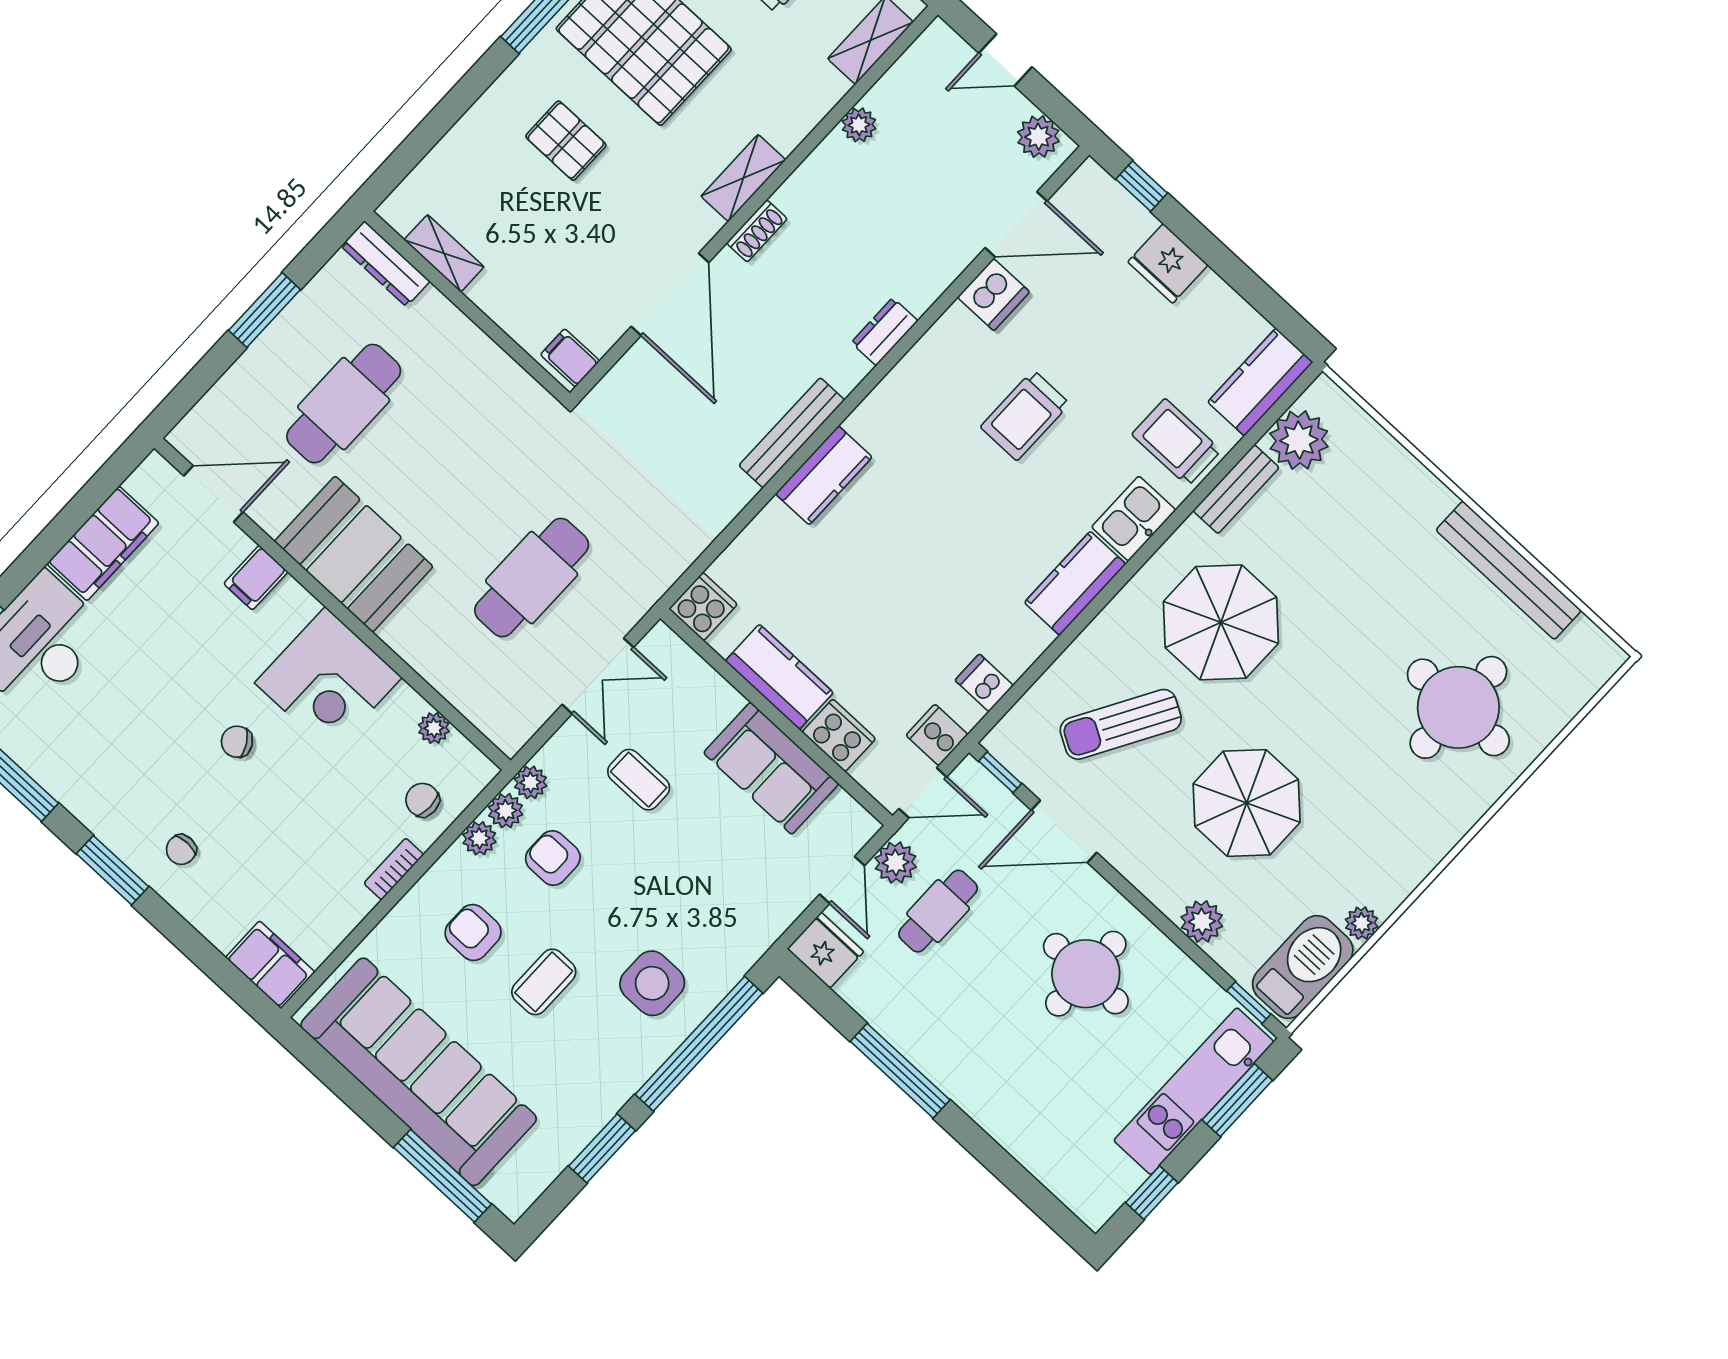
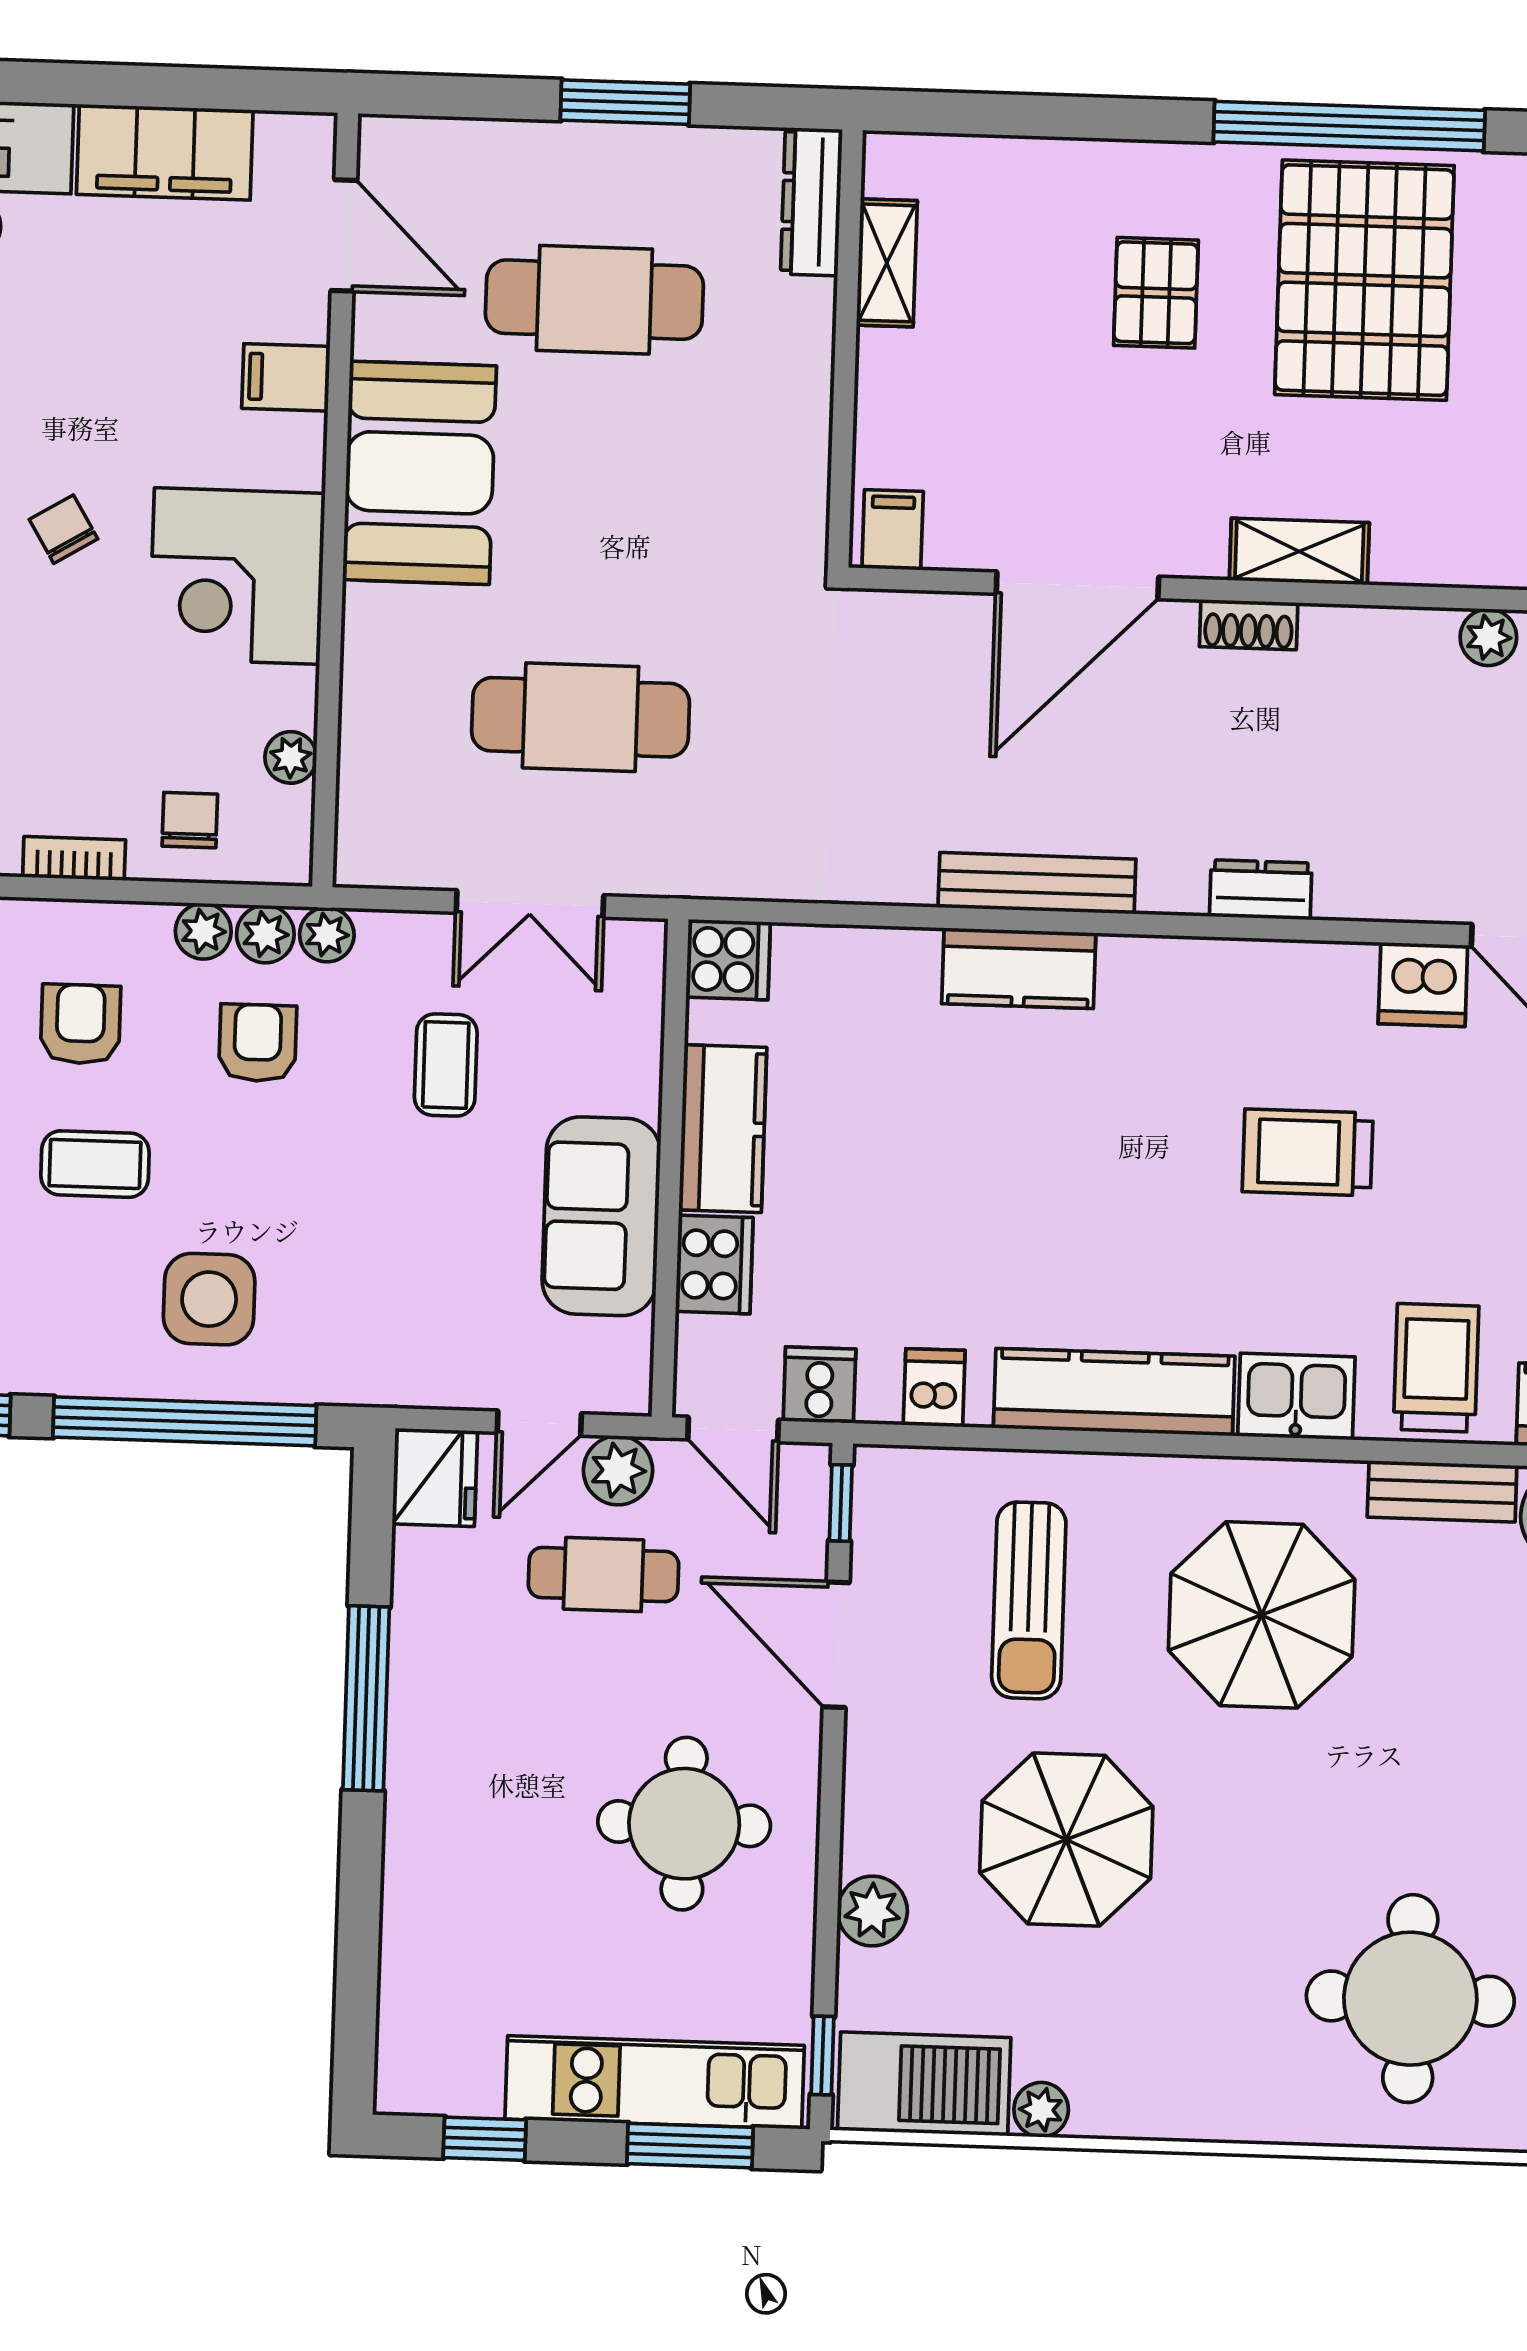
kitchen counter: (1075, 583) -> (1114, 1392), width x1.50
sun lounger: (1121, 724) -> (1029, 1600), turned -120

